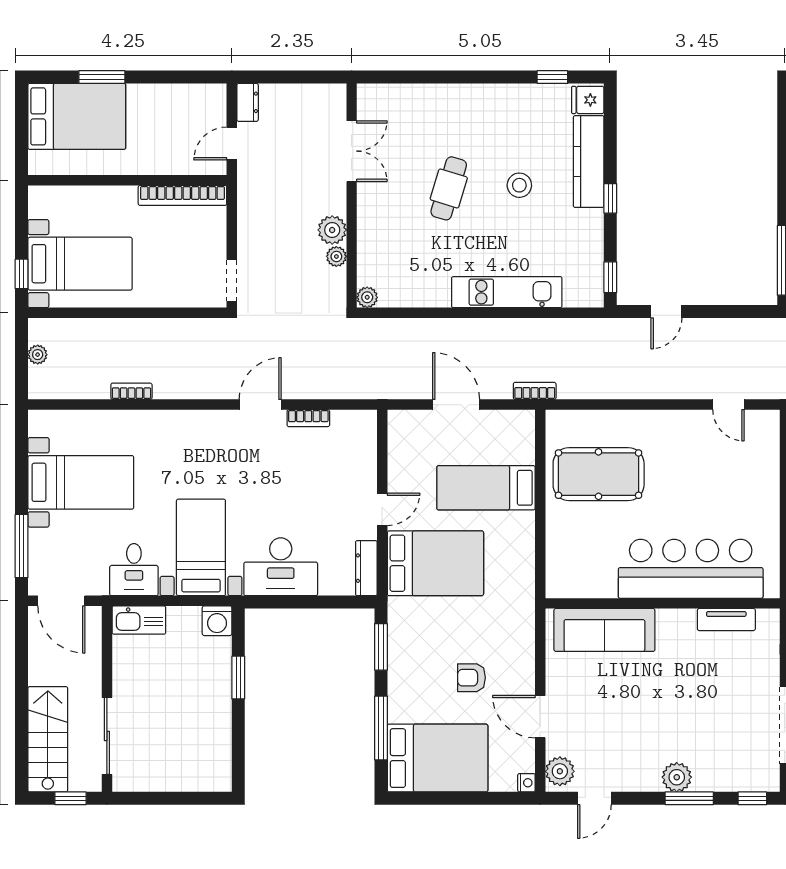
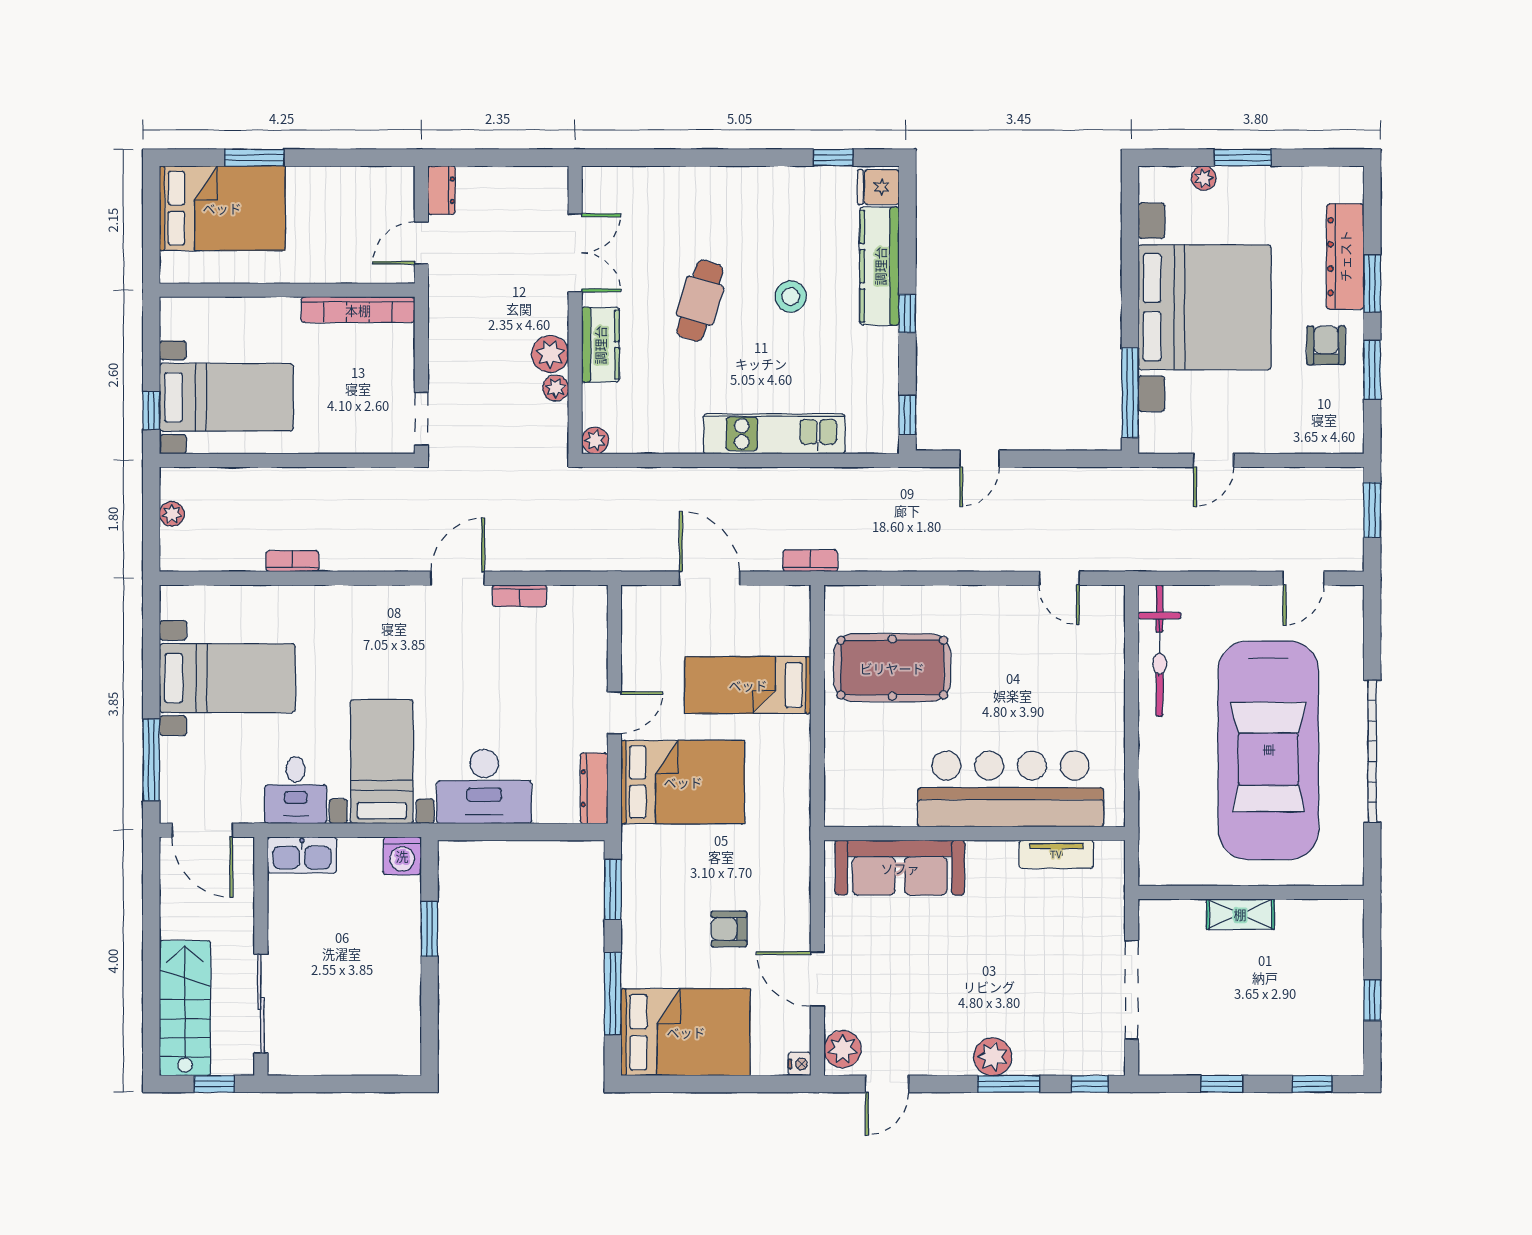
kitchen counter: (371, 223) -> (600, 345), added

